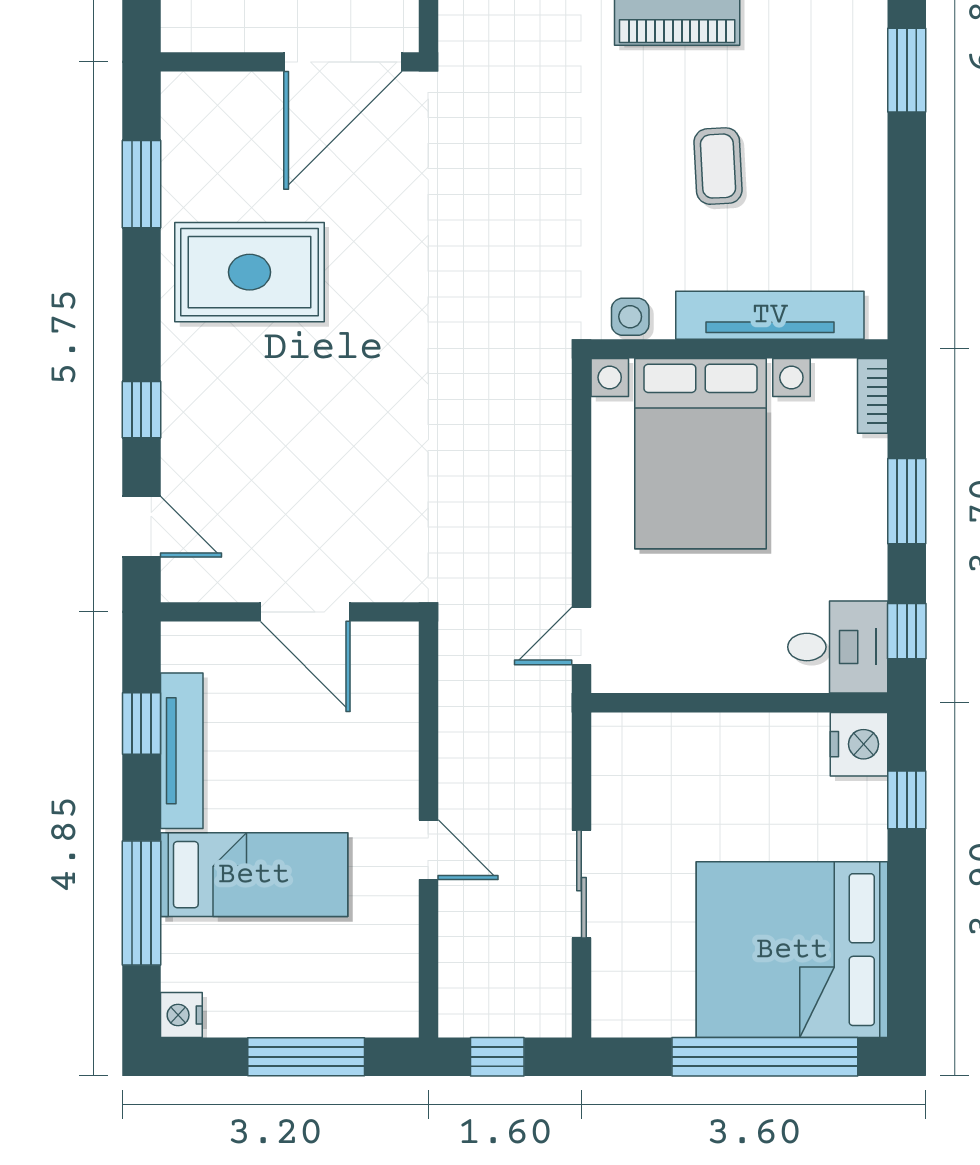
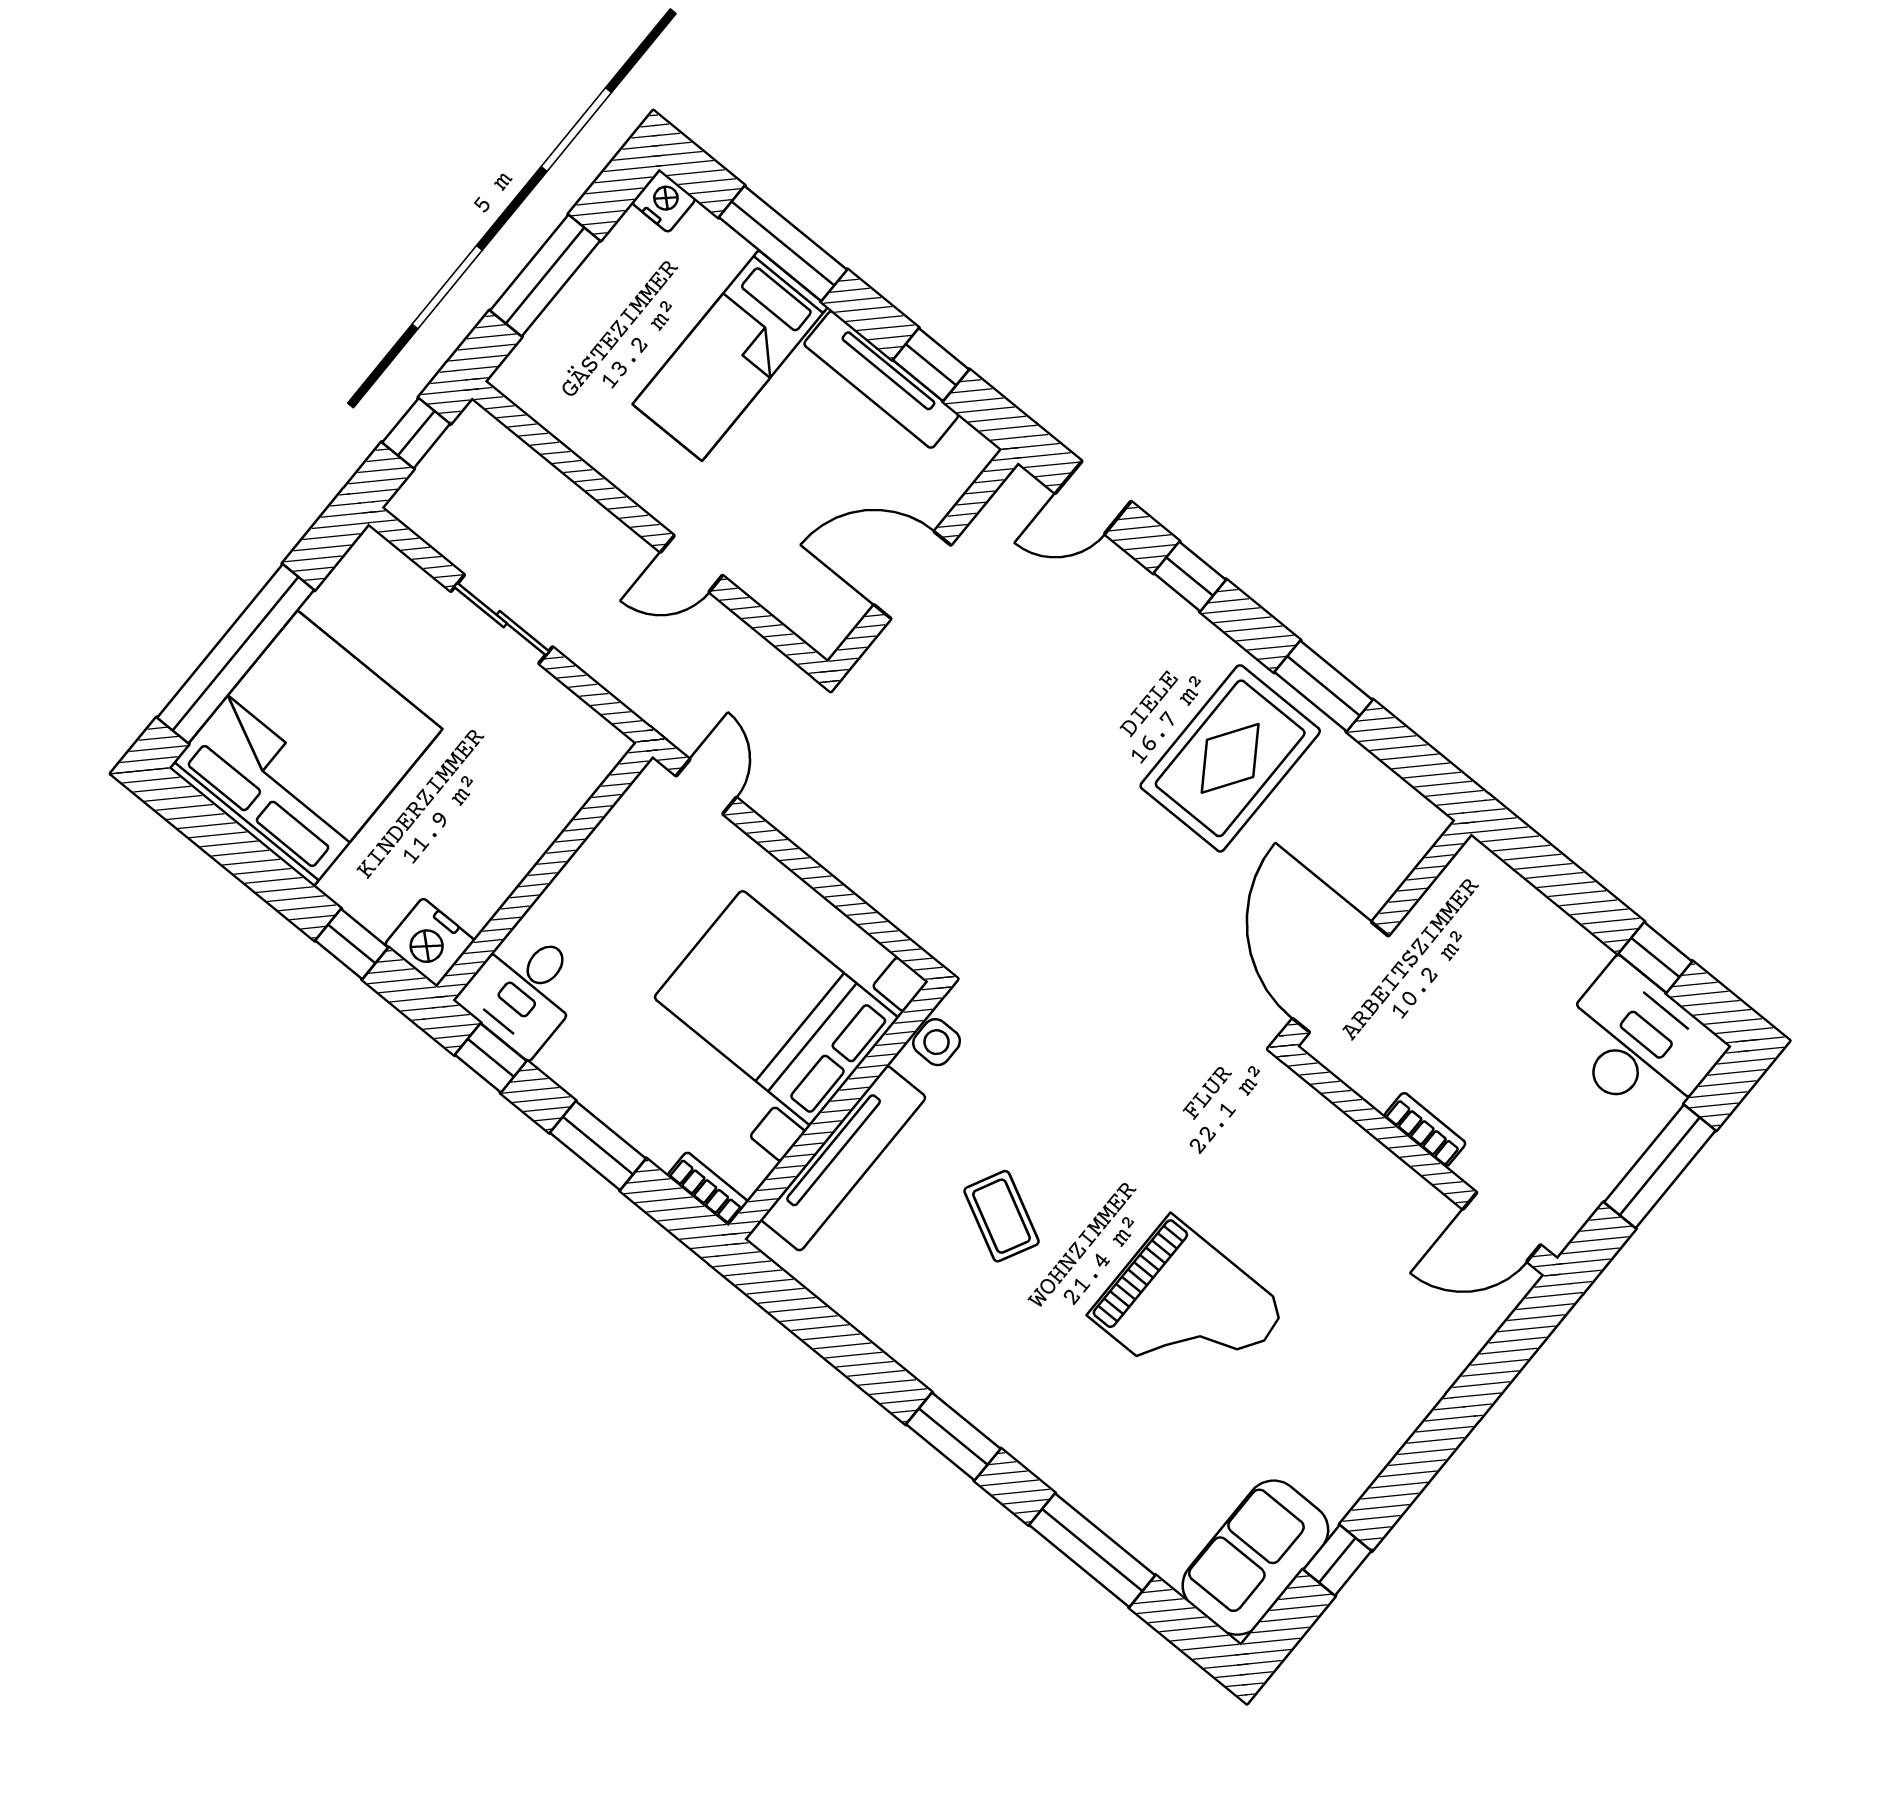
coffee table: (718, 166) -> (1002, 1216), turned 30
window: (141, 184) -> (1324, 686), moved
door: (428, 850) -> (692, 564), moved

